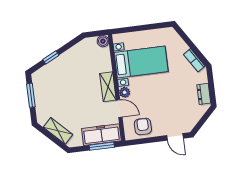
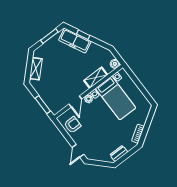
shelving: (108, 87) -> (96, 78), moved
freezer: (101, 135) -> (75, 41), moved, turned 153

